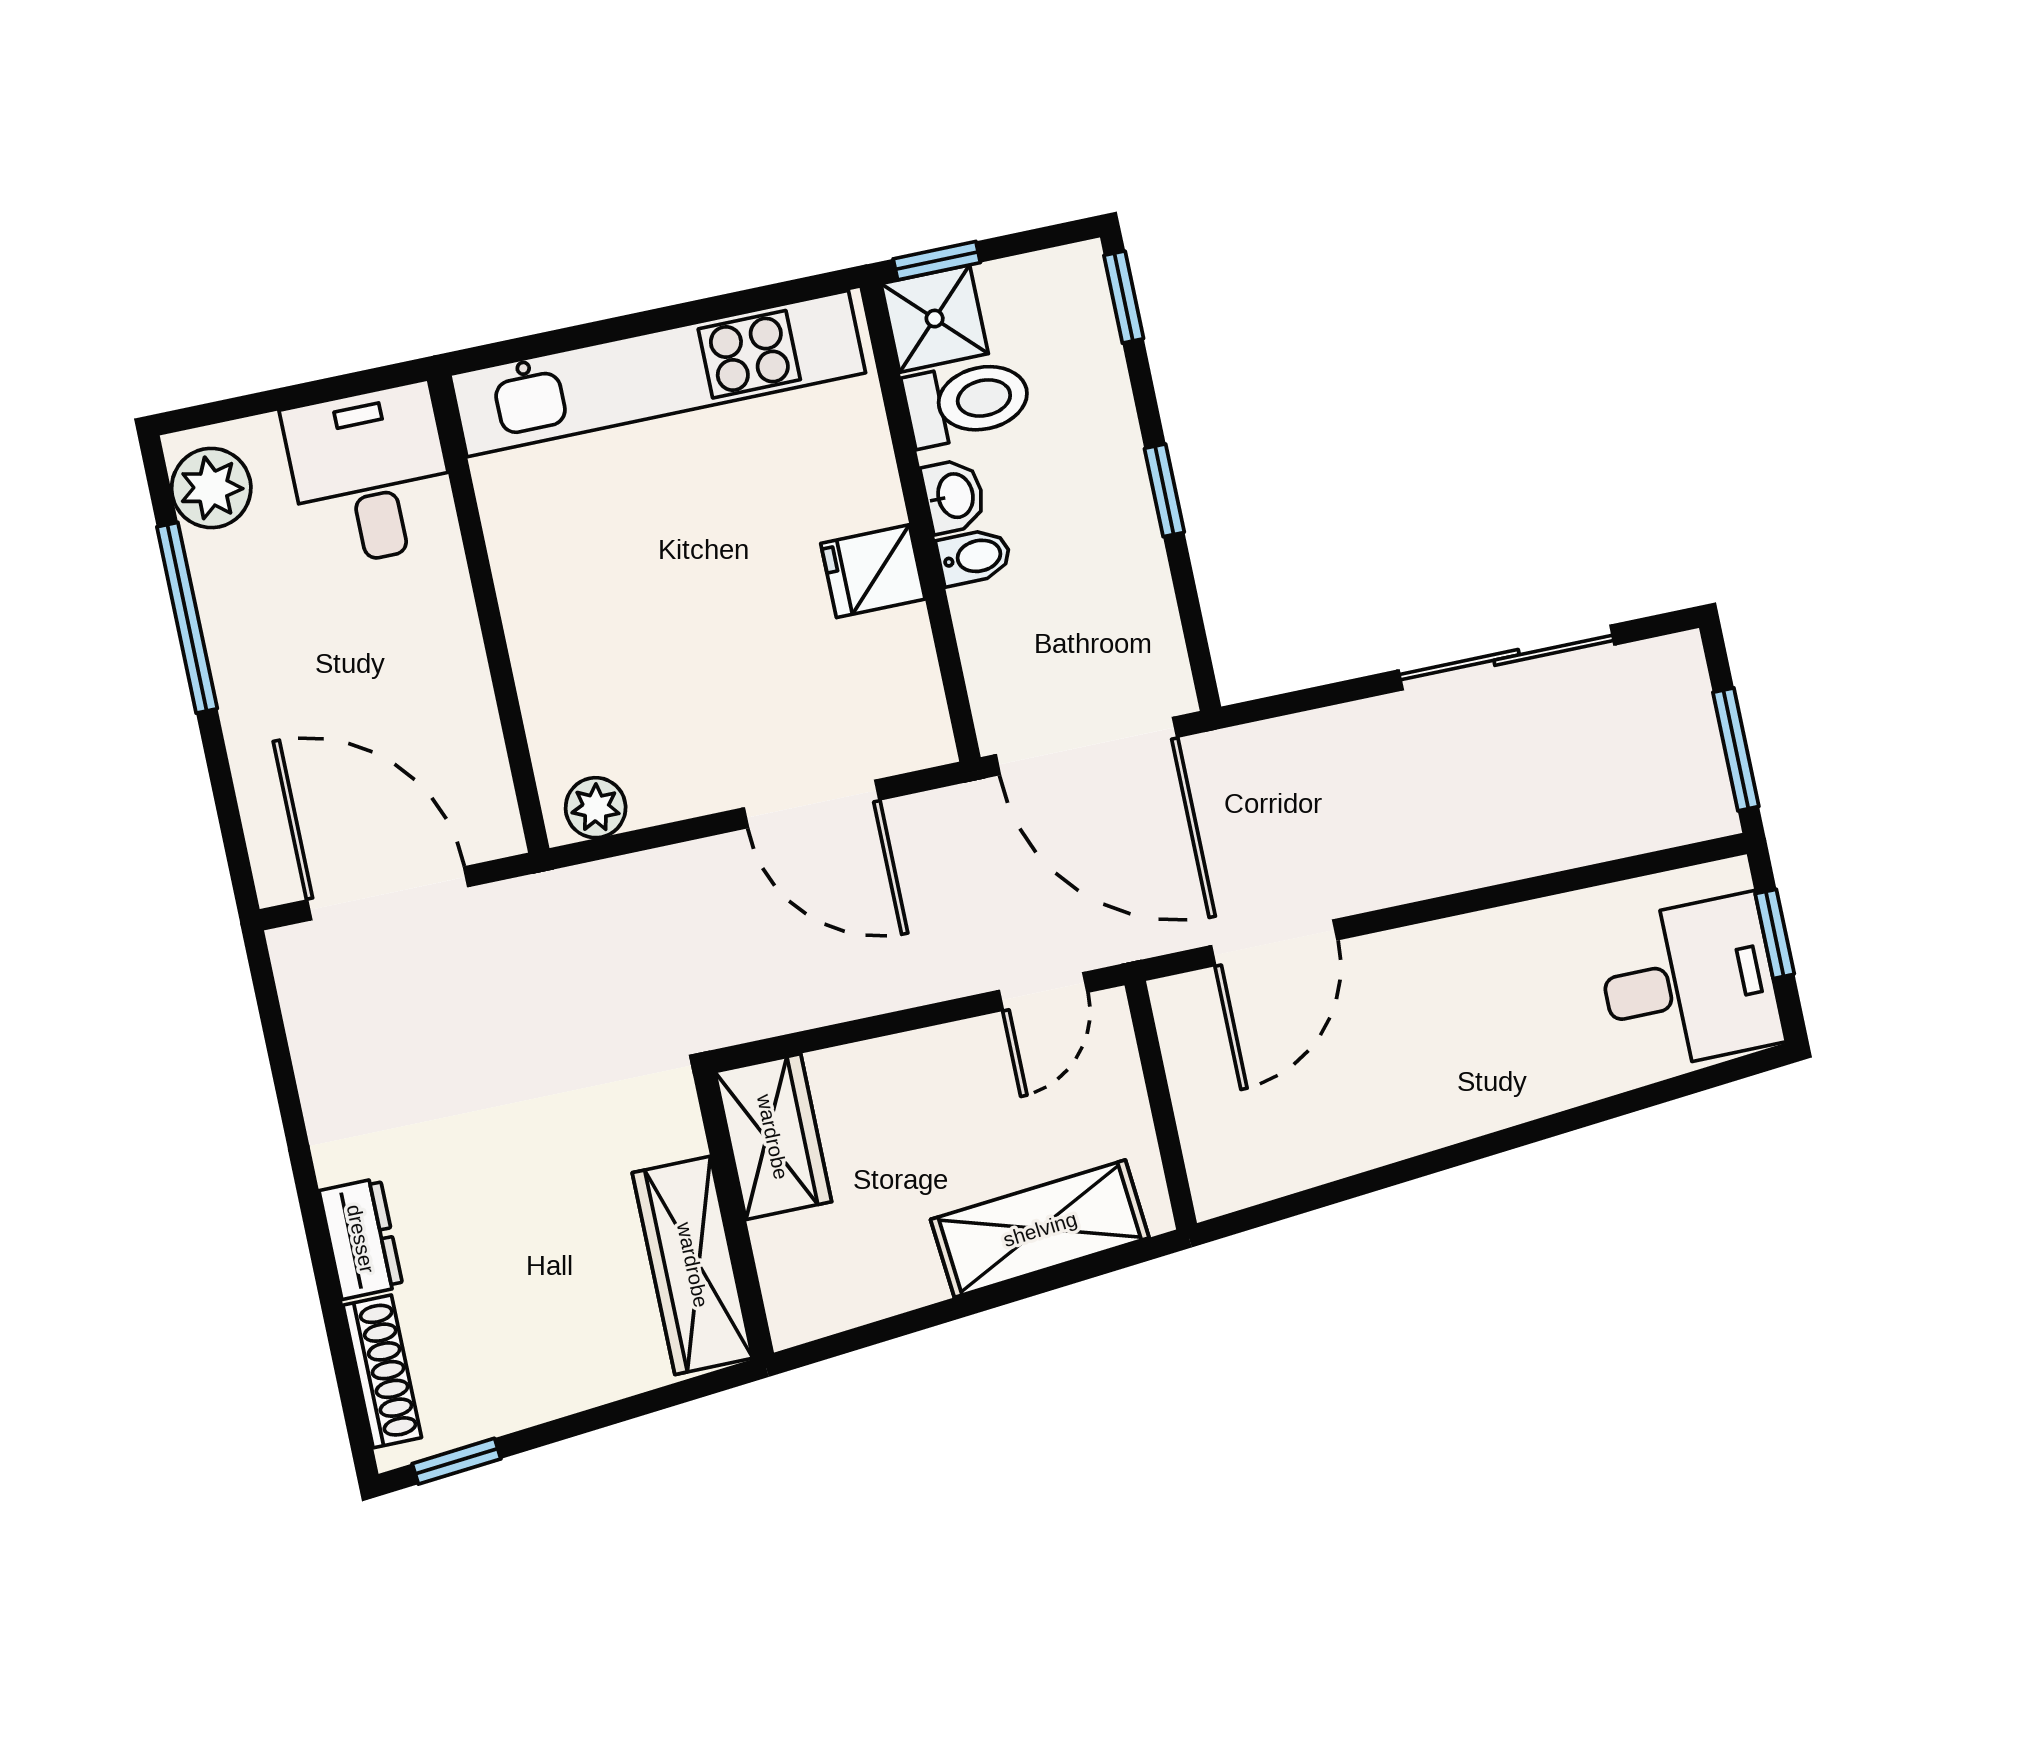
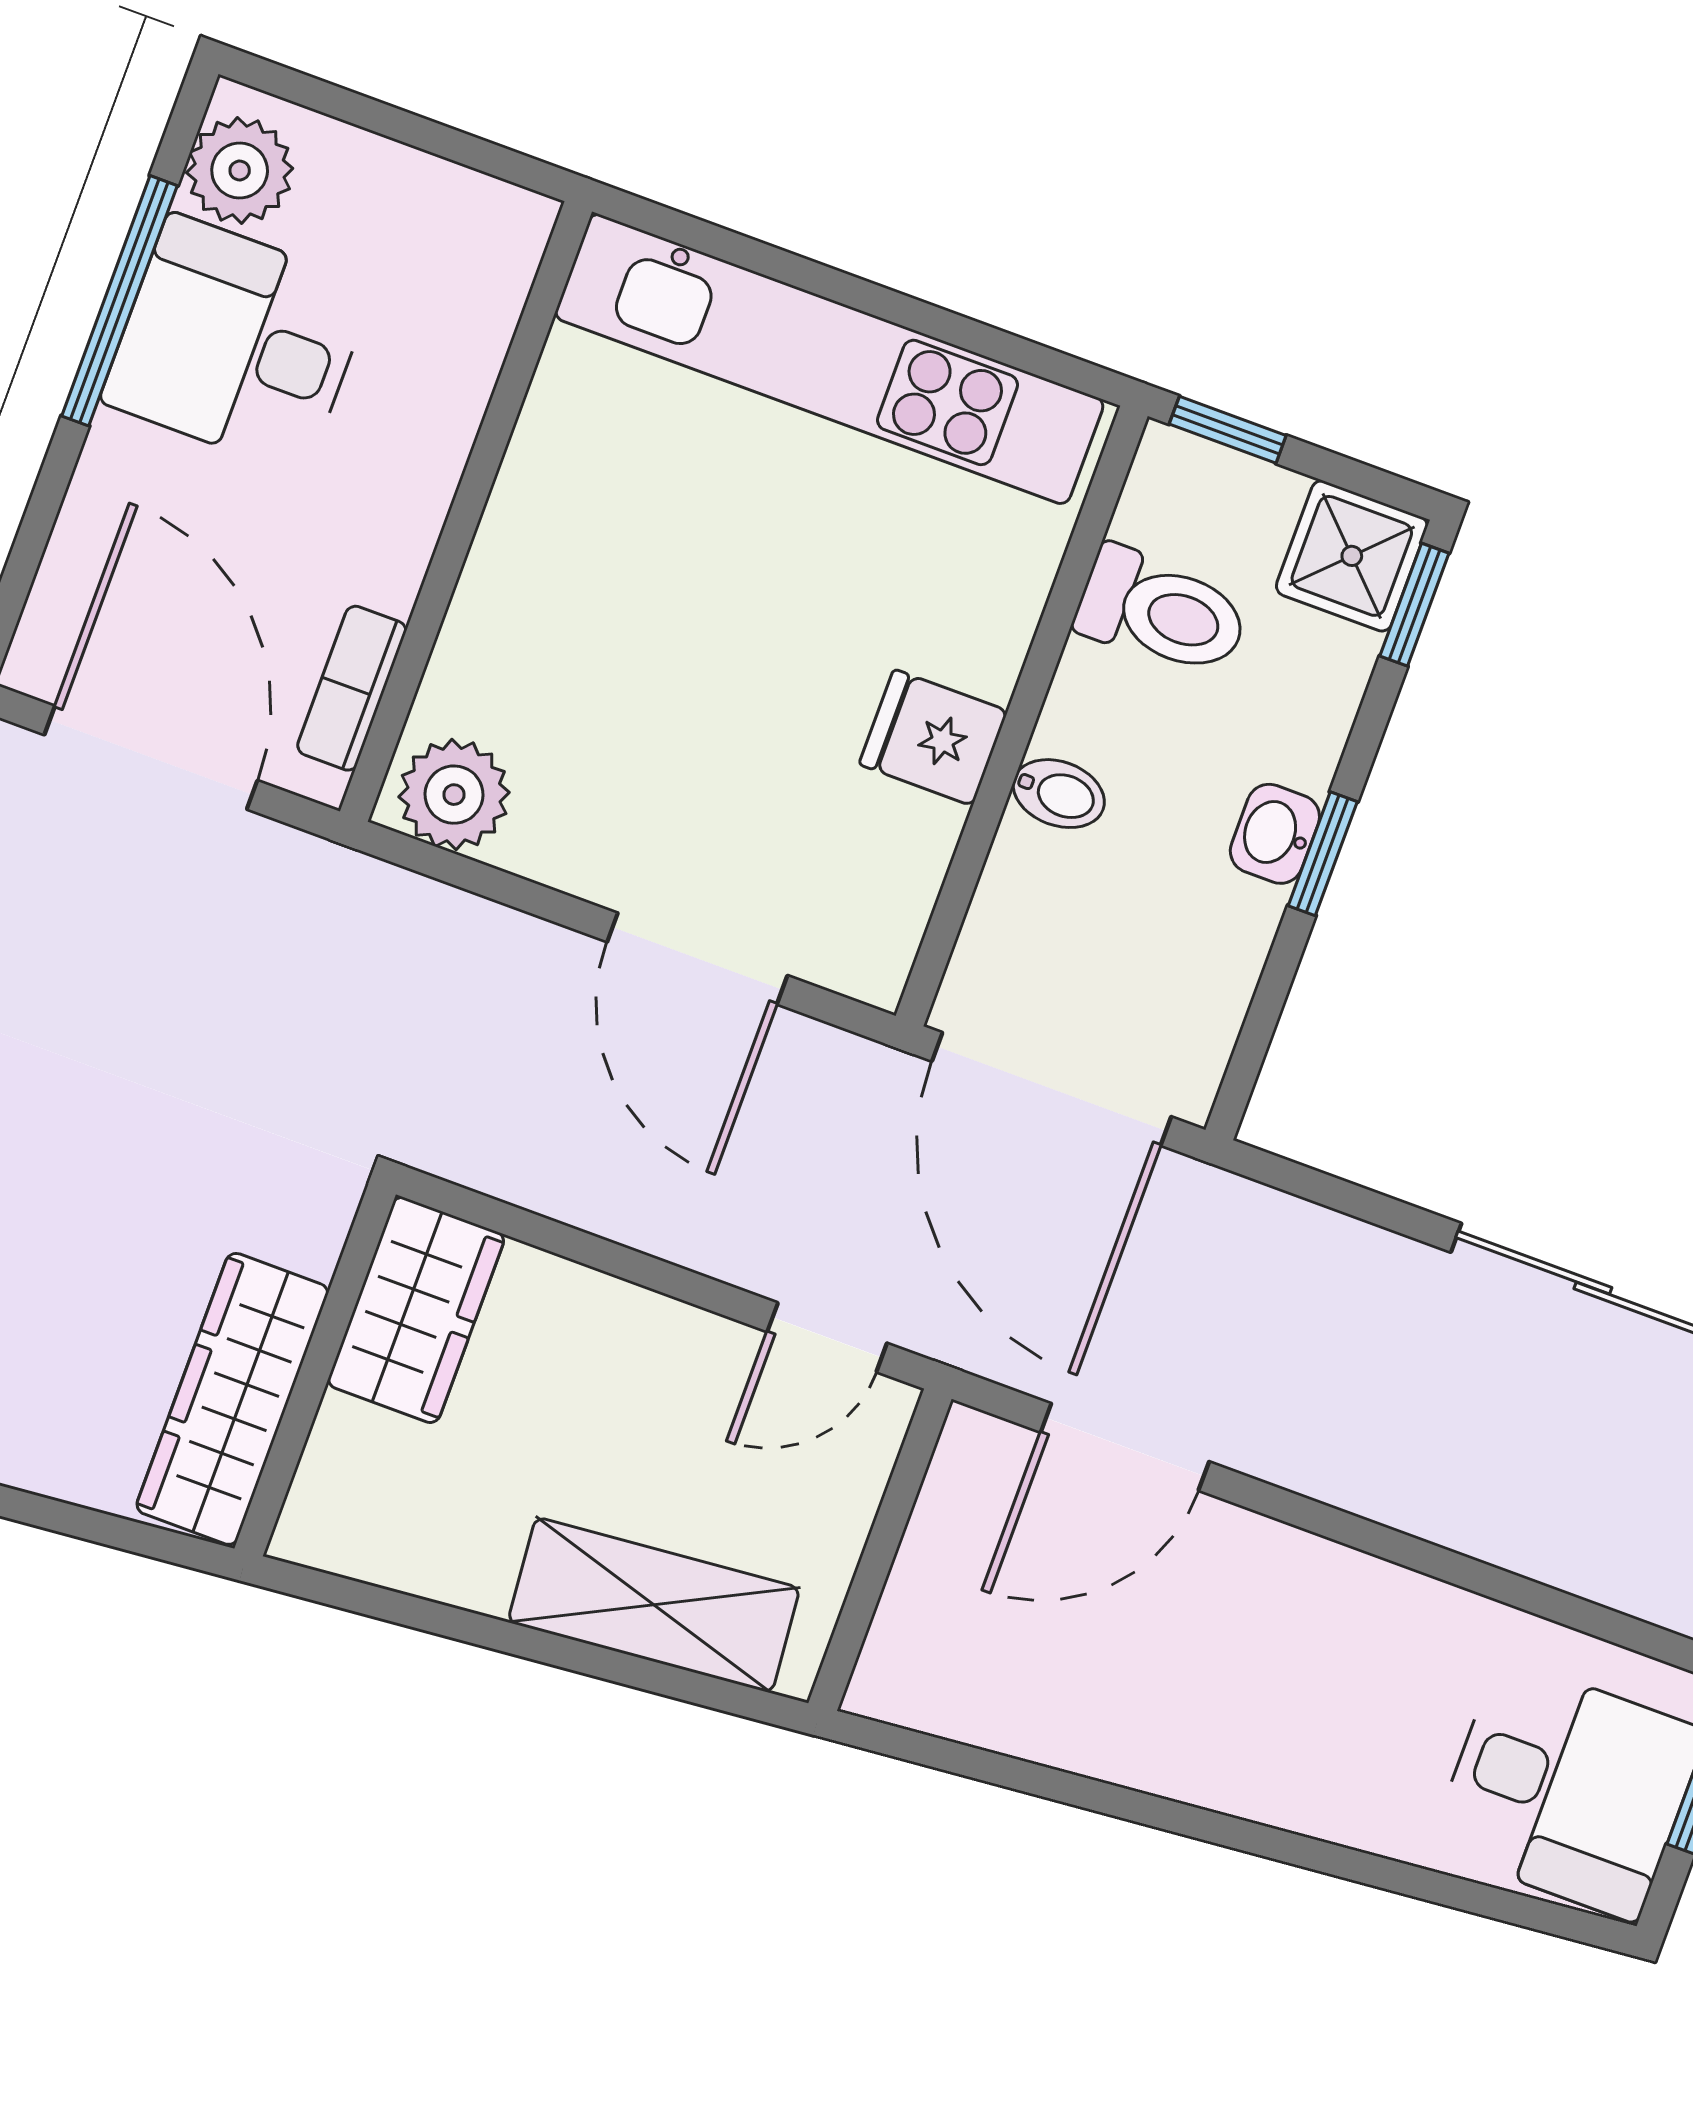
shower: (935, 319) -> (1352, 556), moved
desk: (371, 475) -> (237, 344), moved, turned -90
washbasin: (954, 496) -> (1275, 834), moved, turned 180
bookcase: (487, 770) -> (352, 688), added
plant: (596, 808) -> (454, 795), width x1.38, depth x1.38

